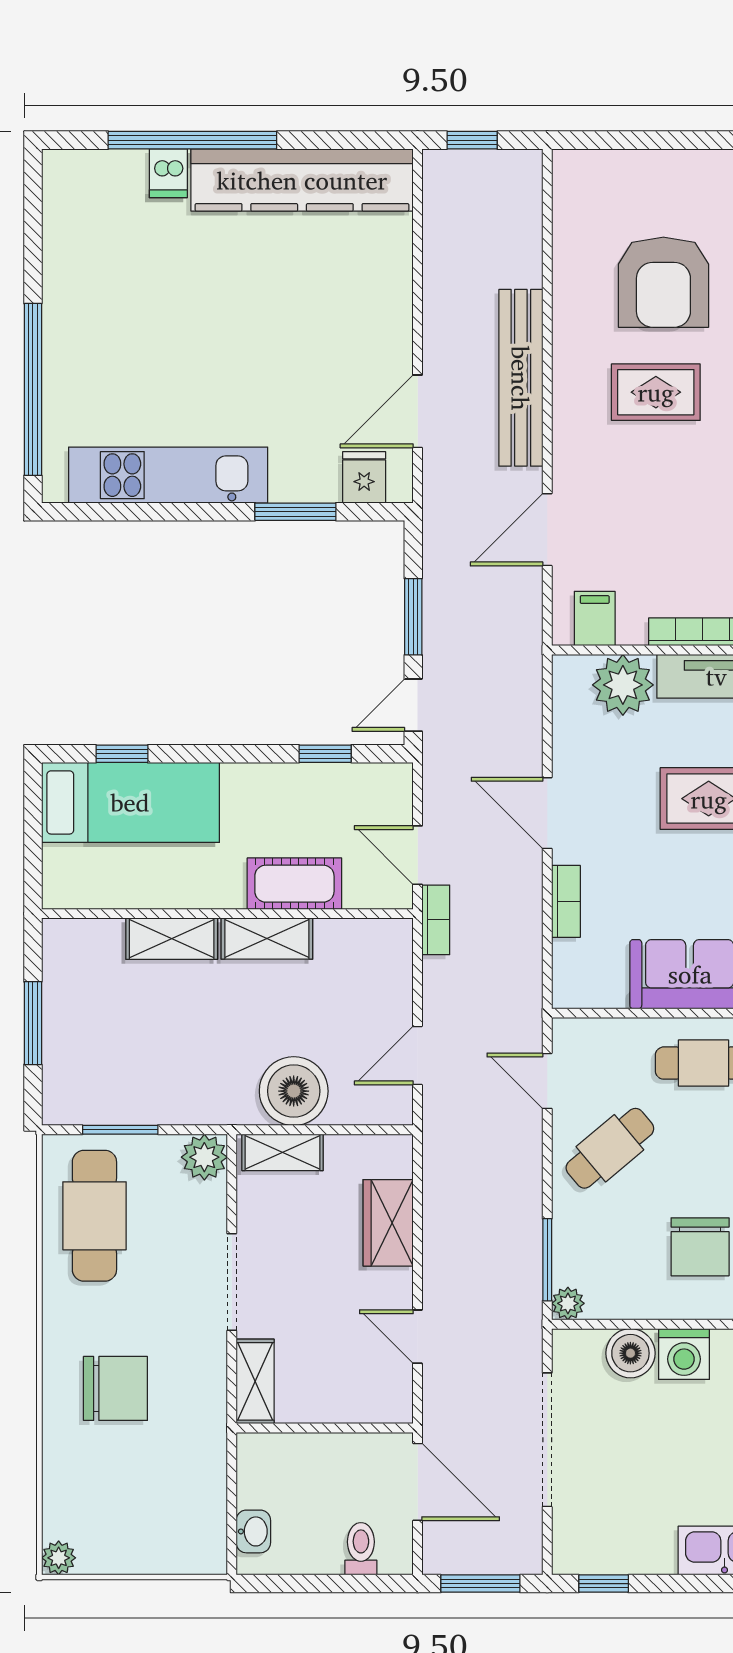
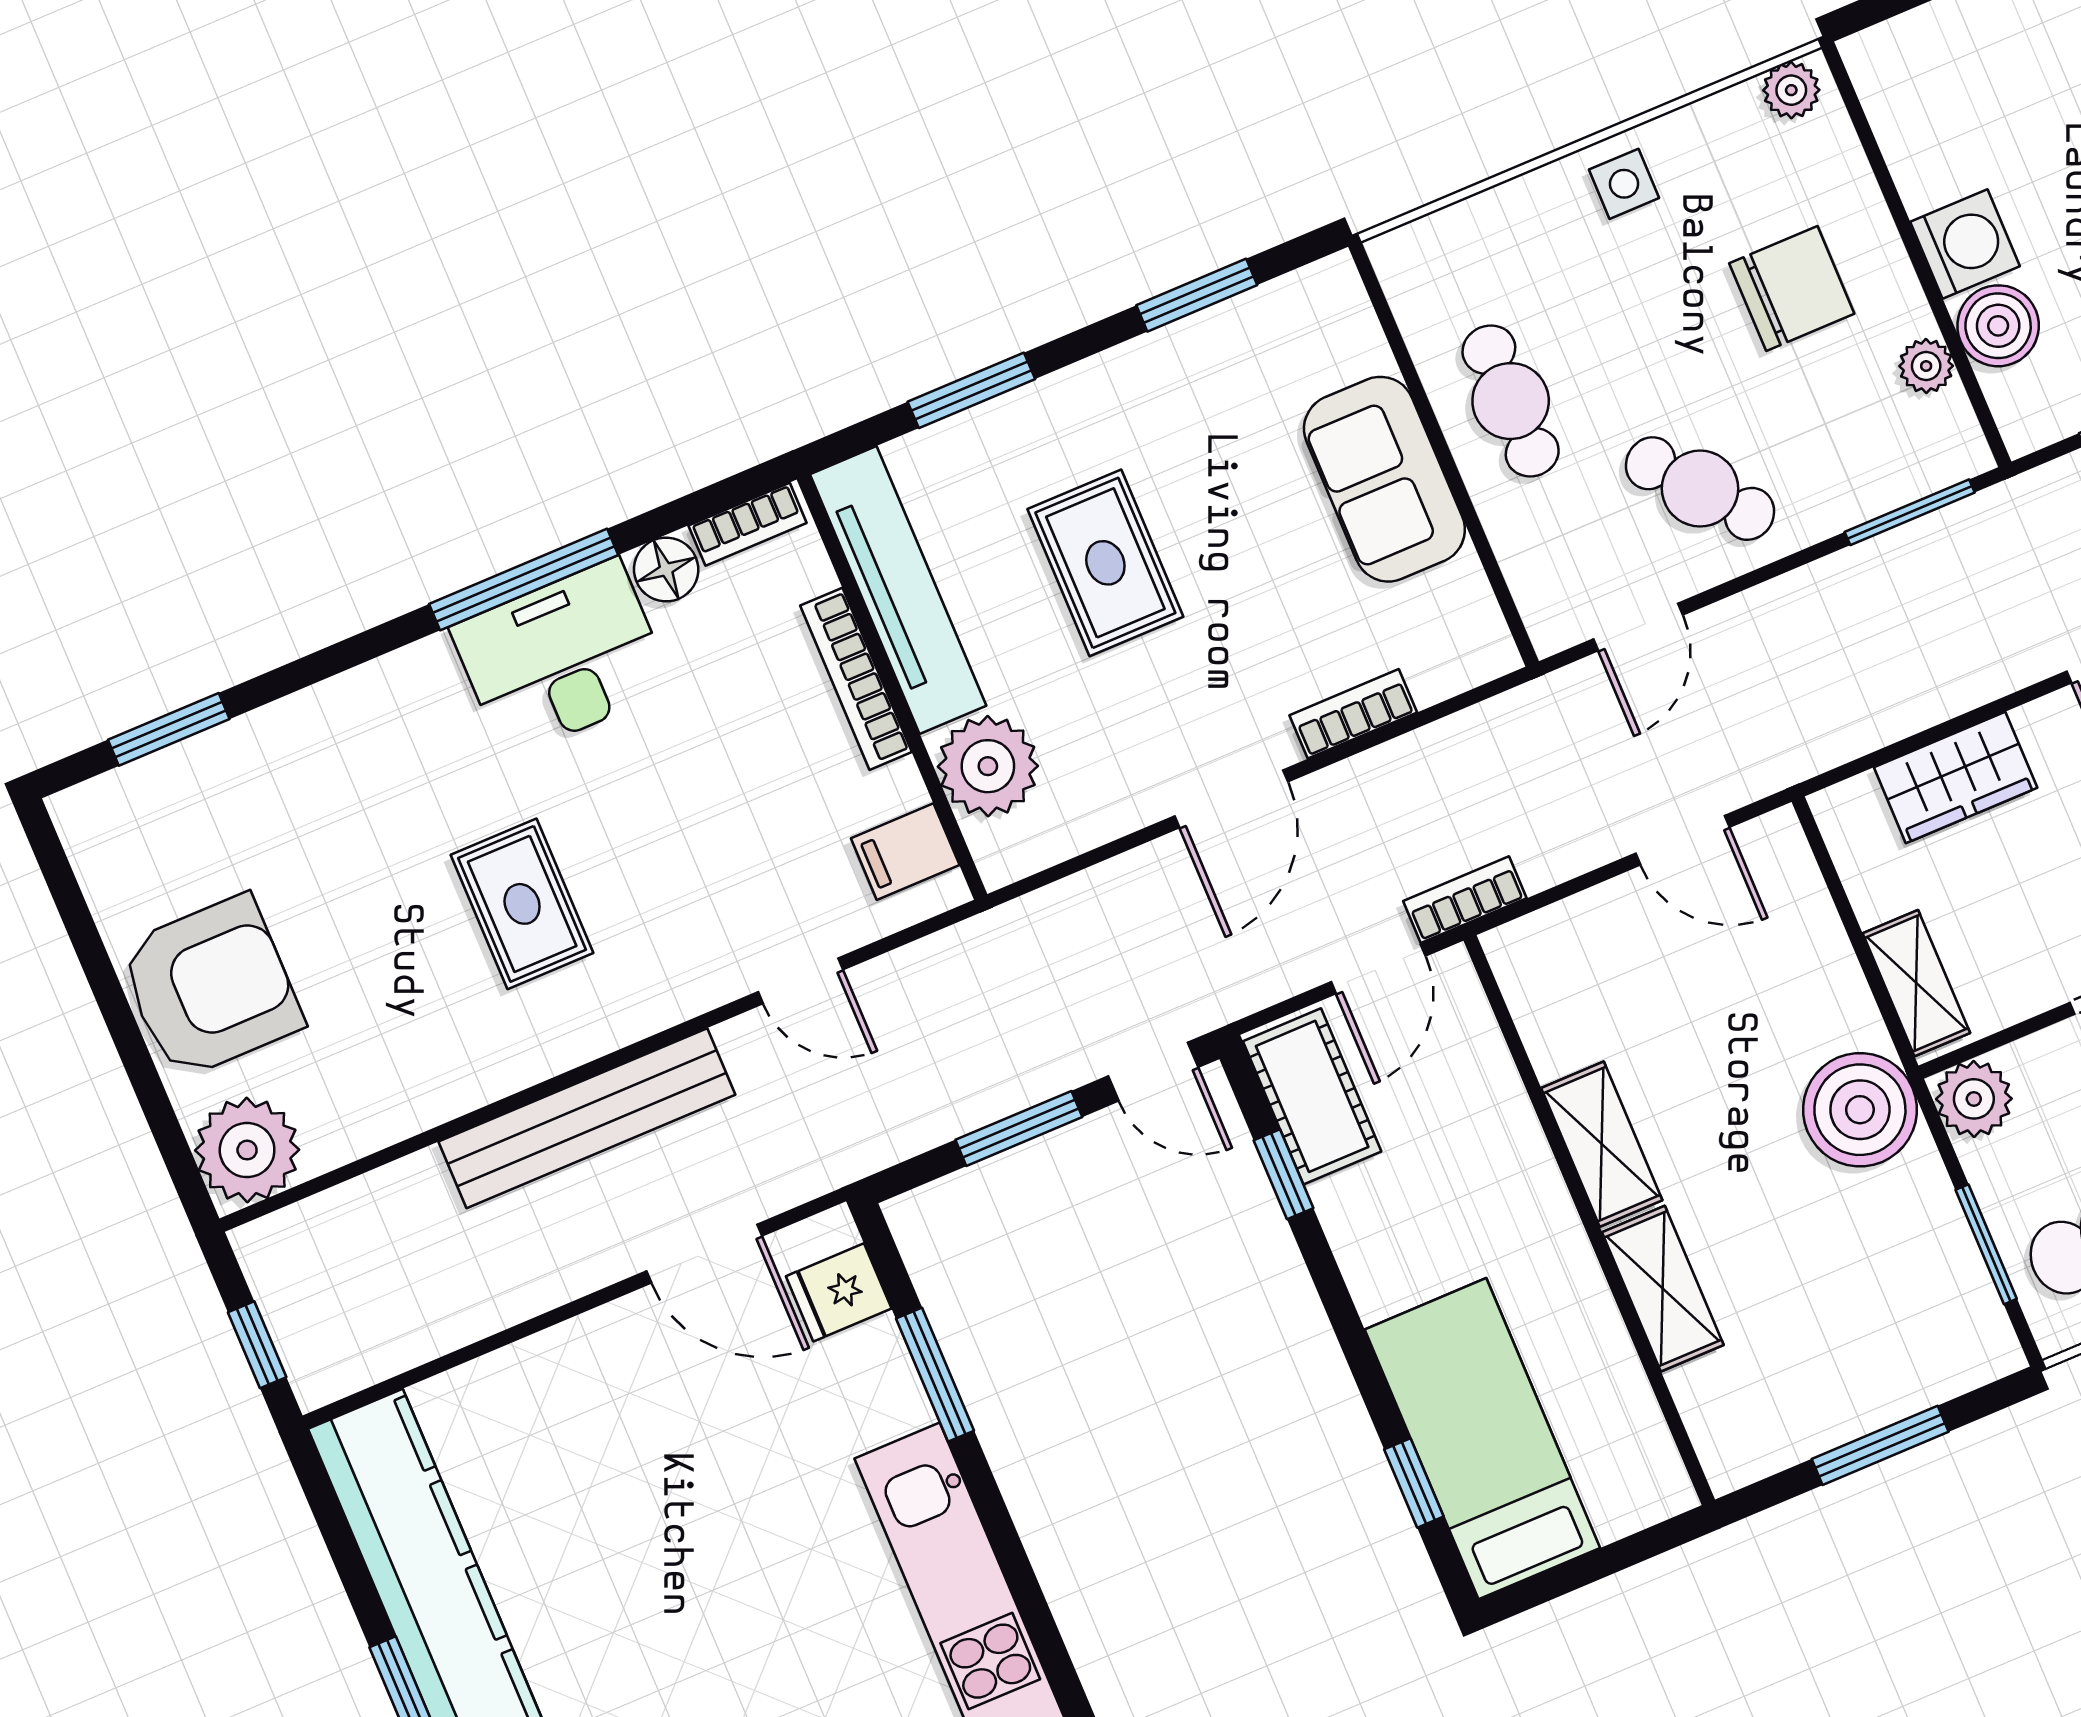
plant: (583, 180) -> (247, 1150), added
armchair: (663, 282) -> (211, 987), moved
door: (547, 530) -> (801, 981), width x0.73
cot: (294, 884) -> (1312, 1096), moved
boiler: (294, 1091) -> (1860, 1110), moved
plant: (568, 1303) -> (1926, 366), moved

